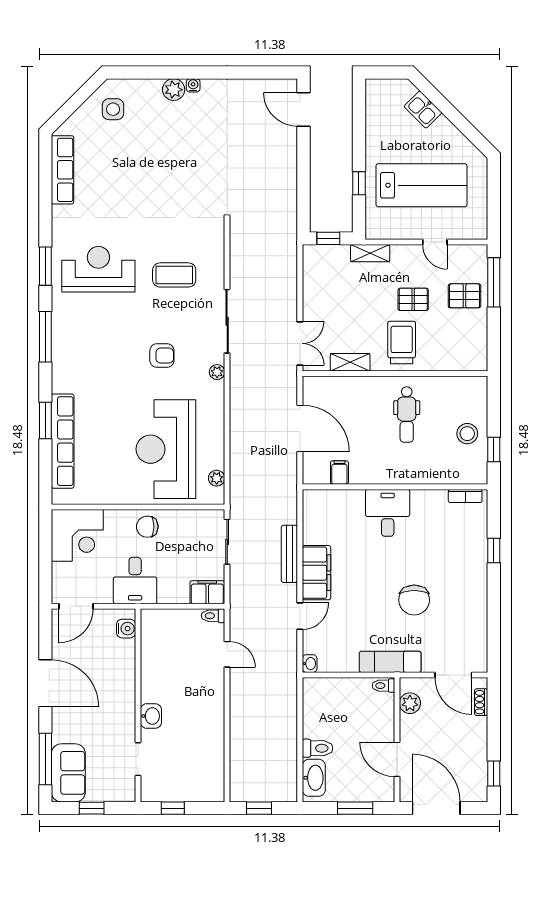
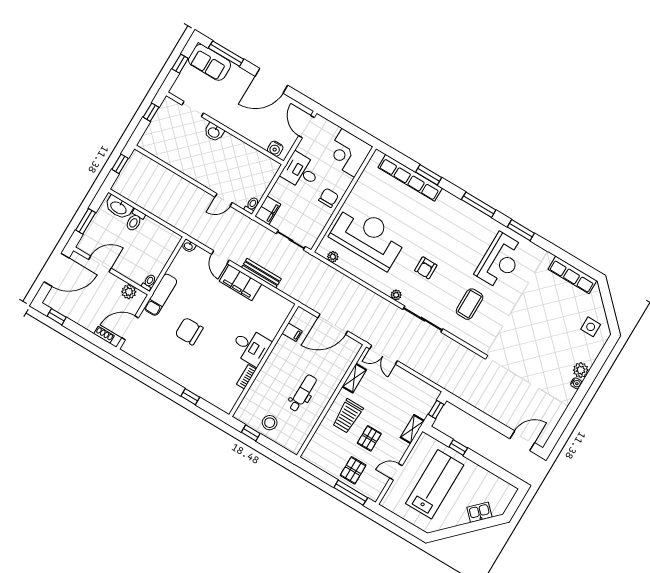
lab bench: (422, 185) -> (435, 484), turned 180
trolley: (402, 342) -> (348, 416), turned 90
dental chair: (407, 415) -> (303, 393), turned 90
bookcase: (465, 496) -> (246, 377), moved

